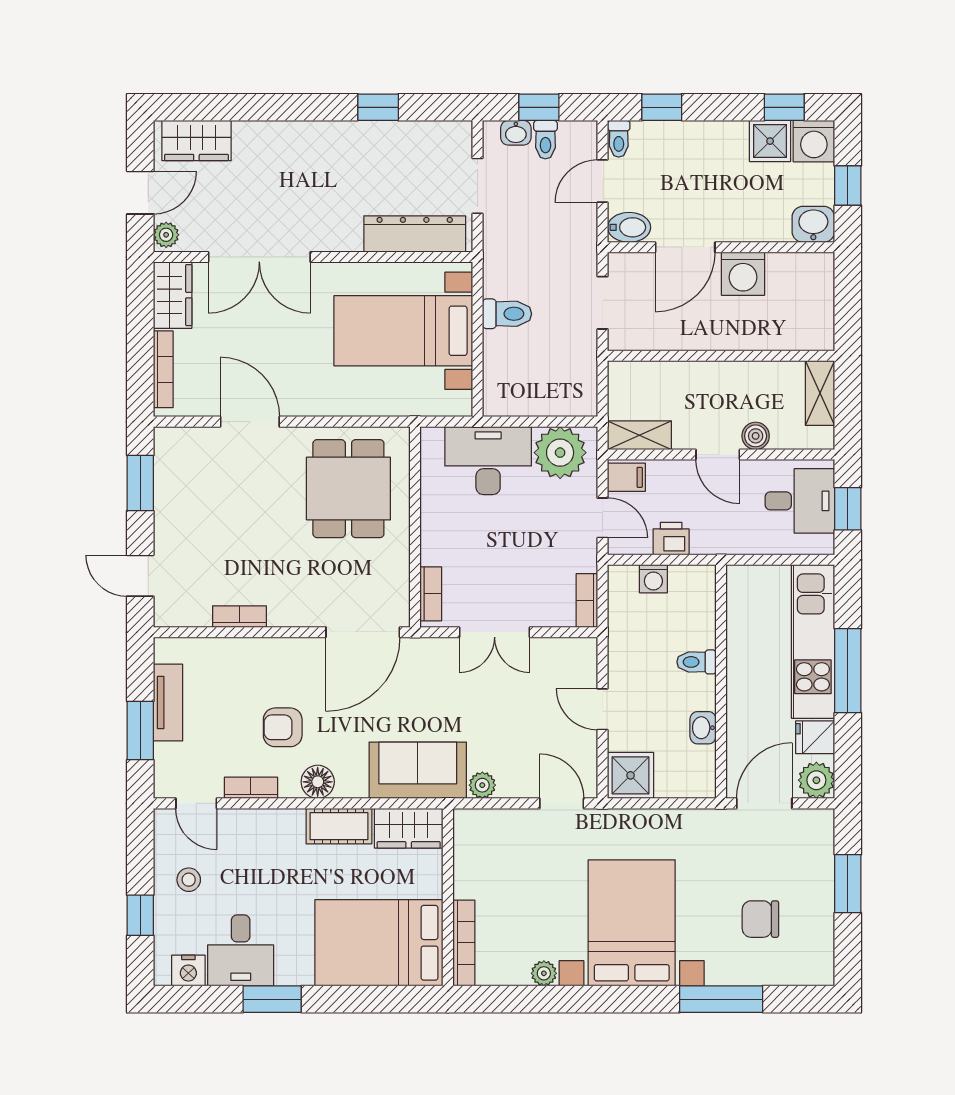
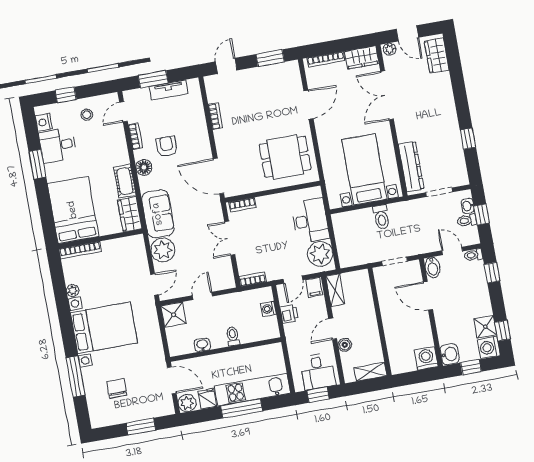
washing machine: (743, 274) -> (426, 358), moved, turned 90
plant: (482, 785) -> (163, 250), width x1.88, depth x1.88

